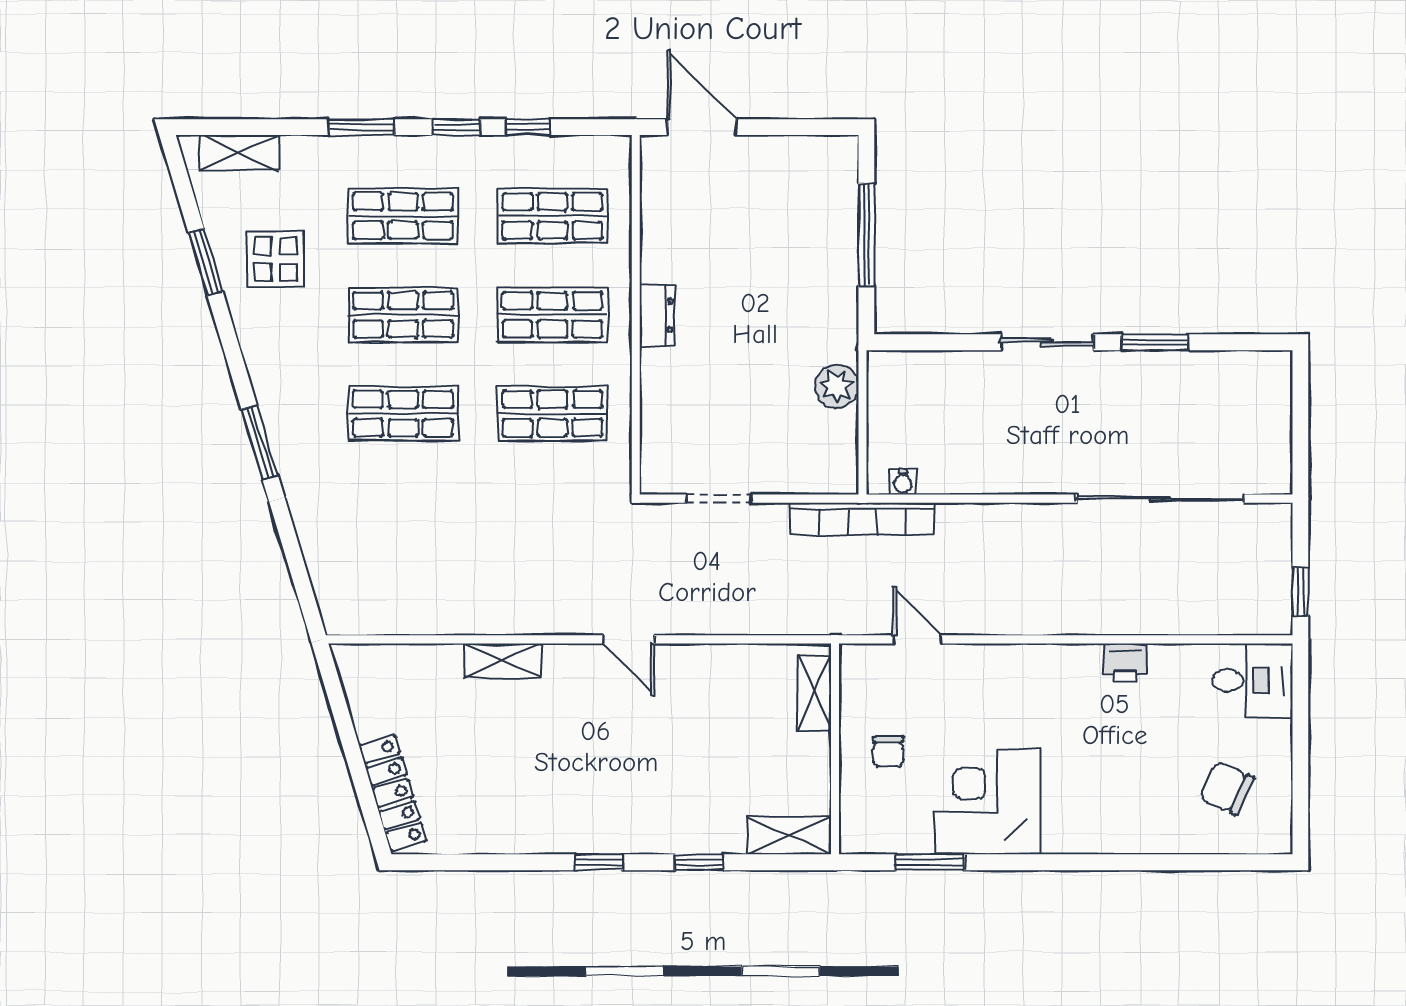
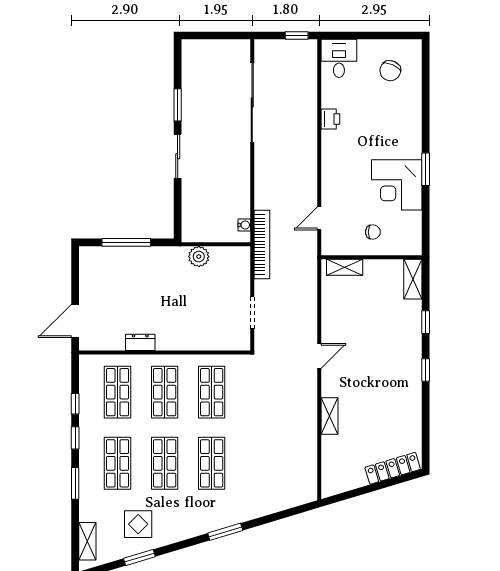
dresser: (657, 315) -> (140, 342), moved
window: (930, 862) -> (426, 169), moved

